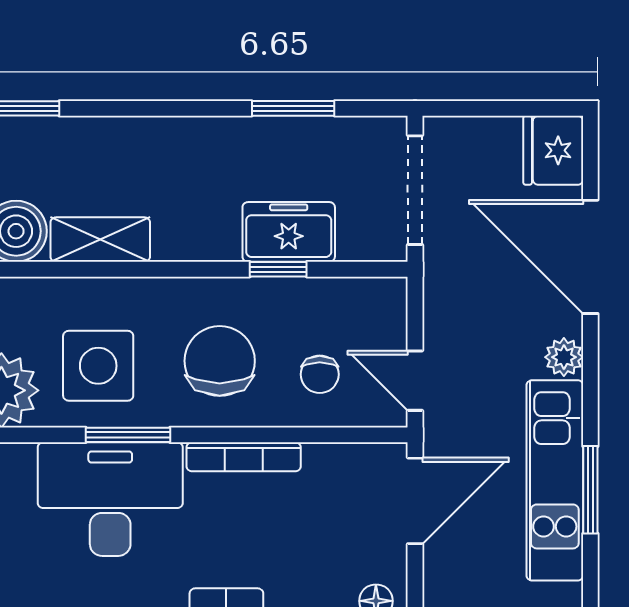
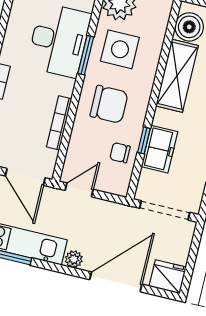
shelving: (100, 240) -> (177, 76), width x1.50, depth x1.33
chair: (320, 374) -> (120, 153), moved
bookcase: (244, 457) -> (59, 123), moved

